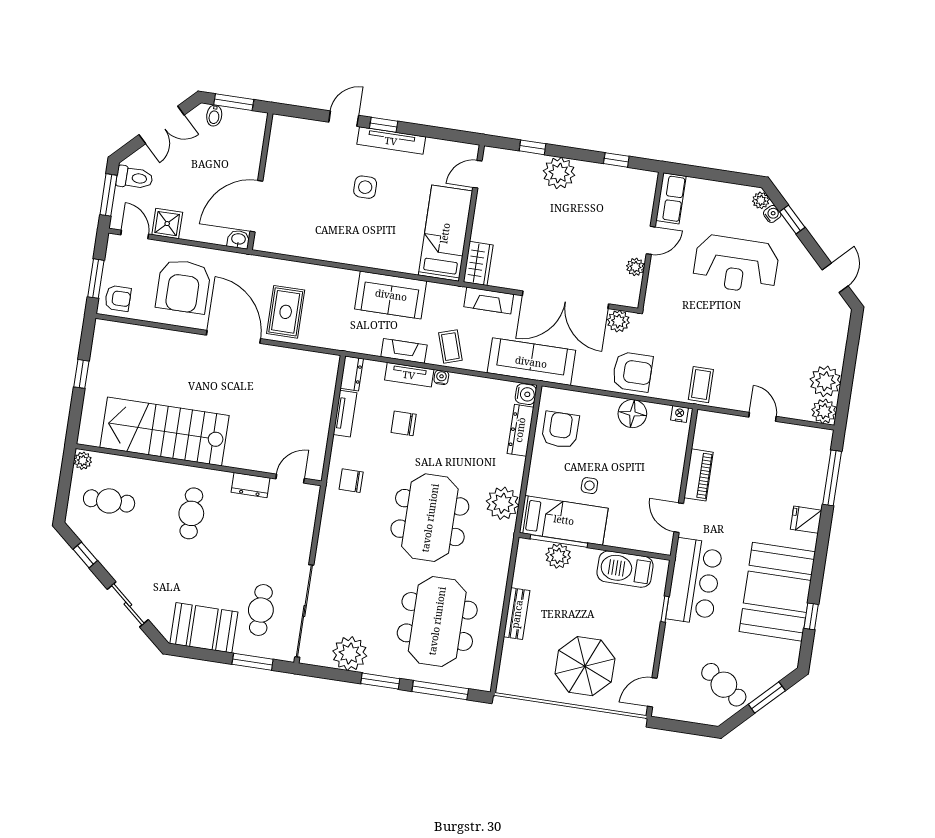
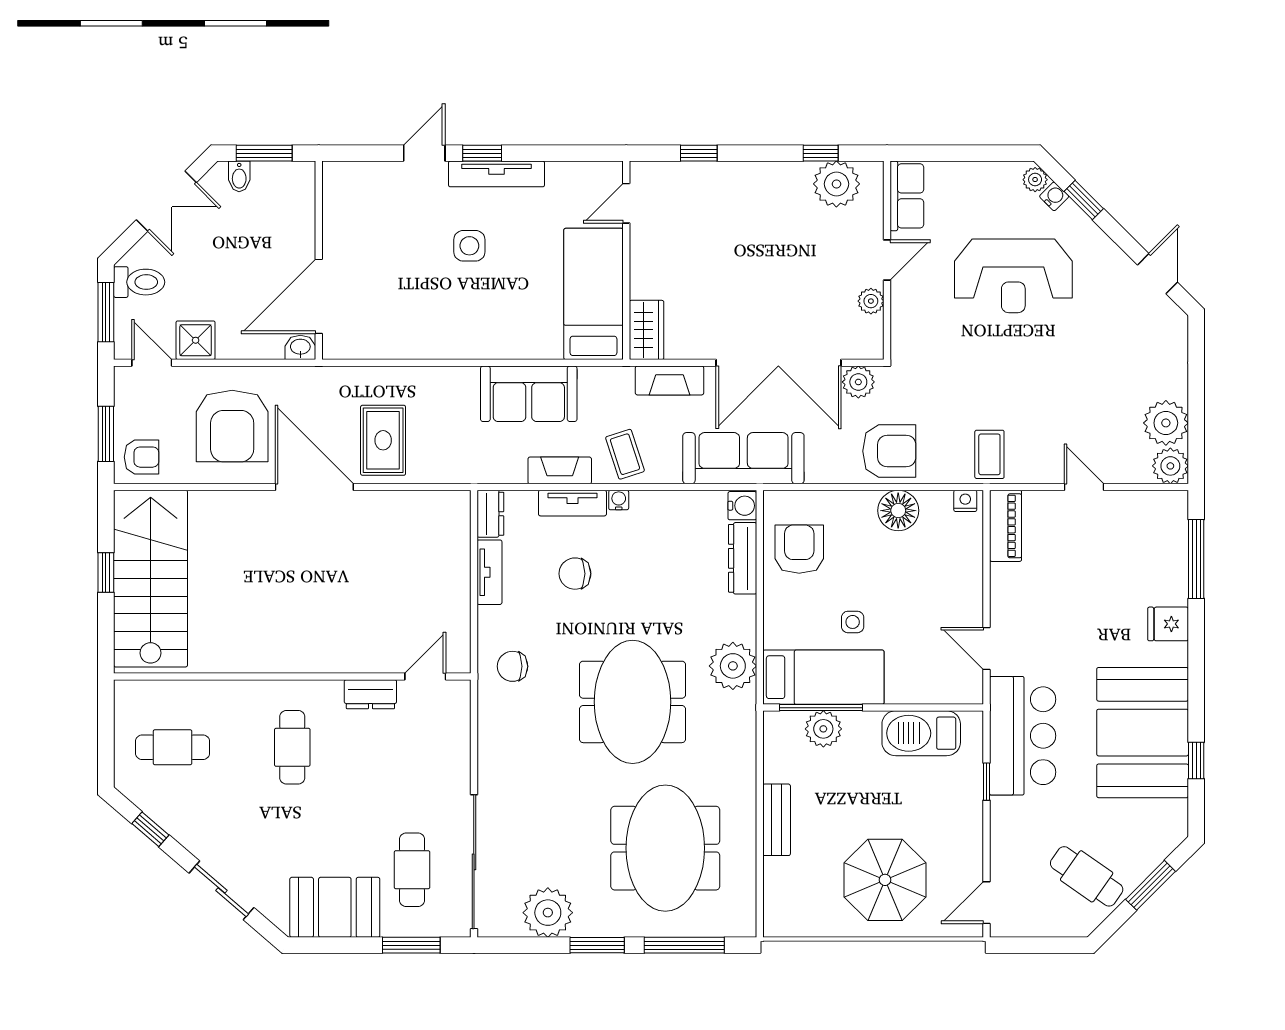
plant: (559, 173) -> (836, 184), moved
stairs: (165, 431) -> (151, 579), moved, turned 90
plant: (83, 461) -> (127, 696), removed
piano: (699, 475) -> (1006, 526), moved

